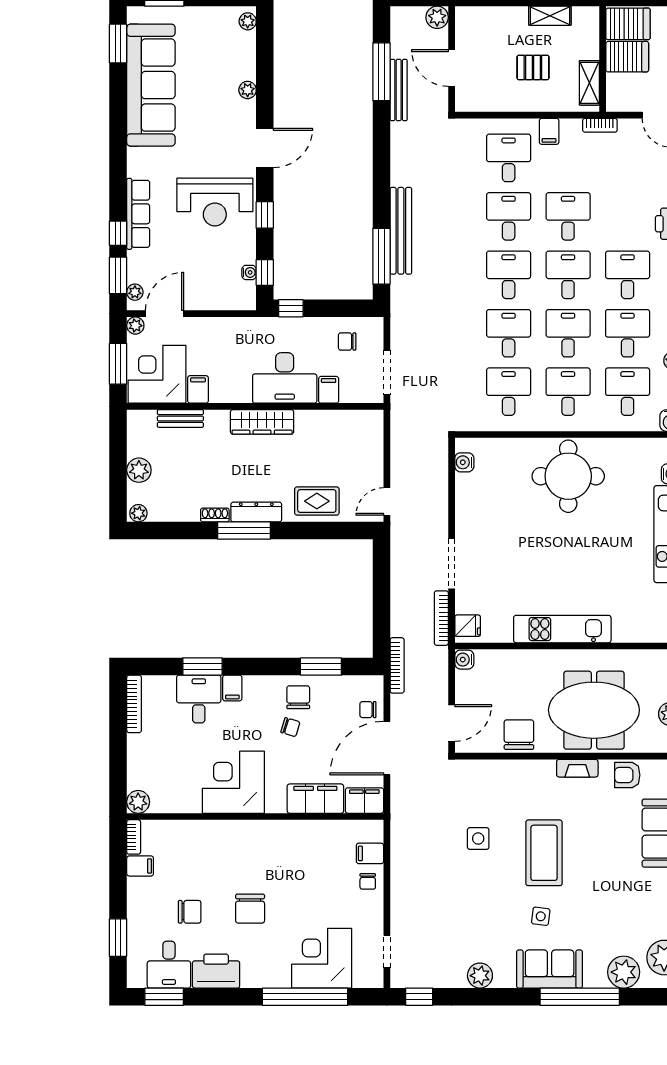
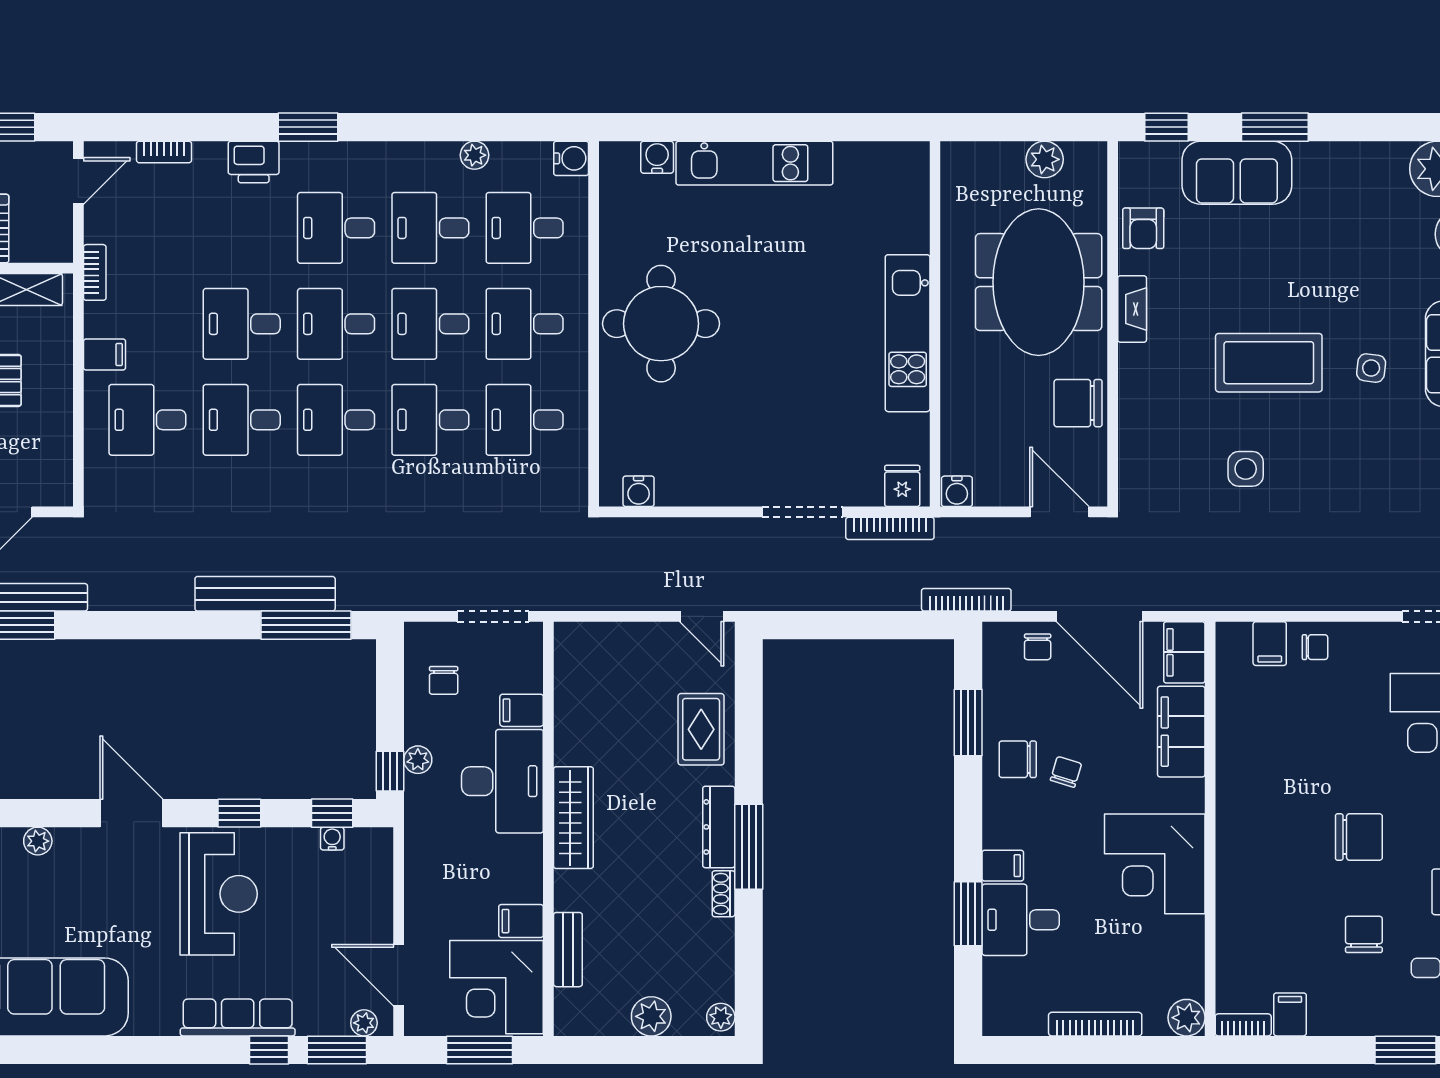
plant: (135, 326) -> (418, 760), moved
bookcase: (134, 704) -> (1095, 1024), moved

